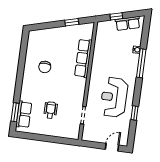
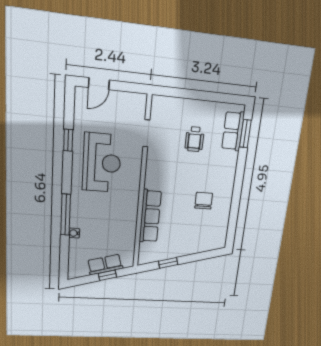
row of seats: (128, 23) -> (105, 265), moved

